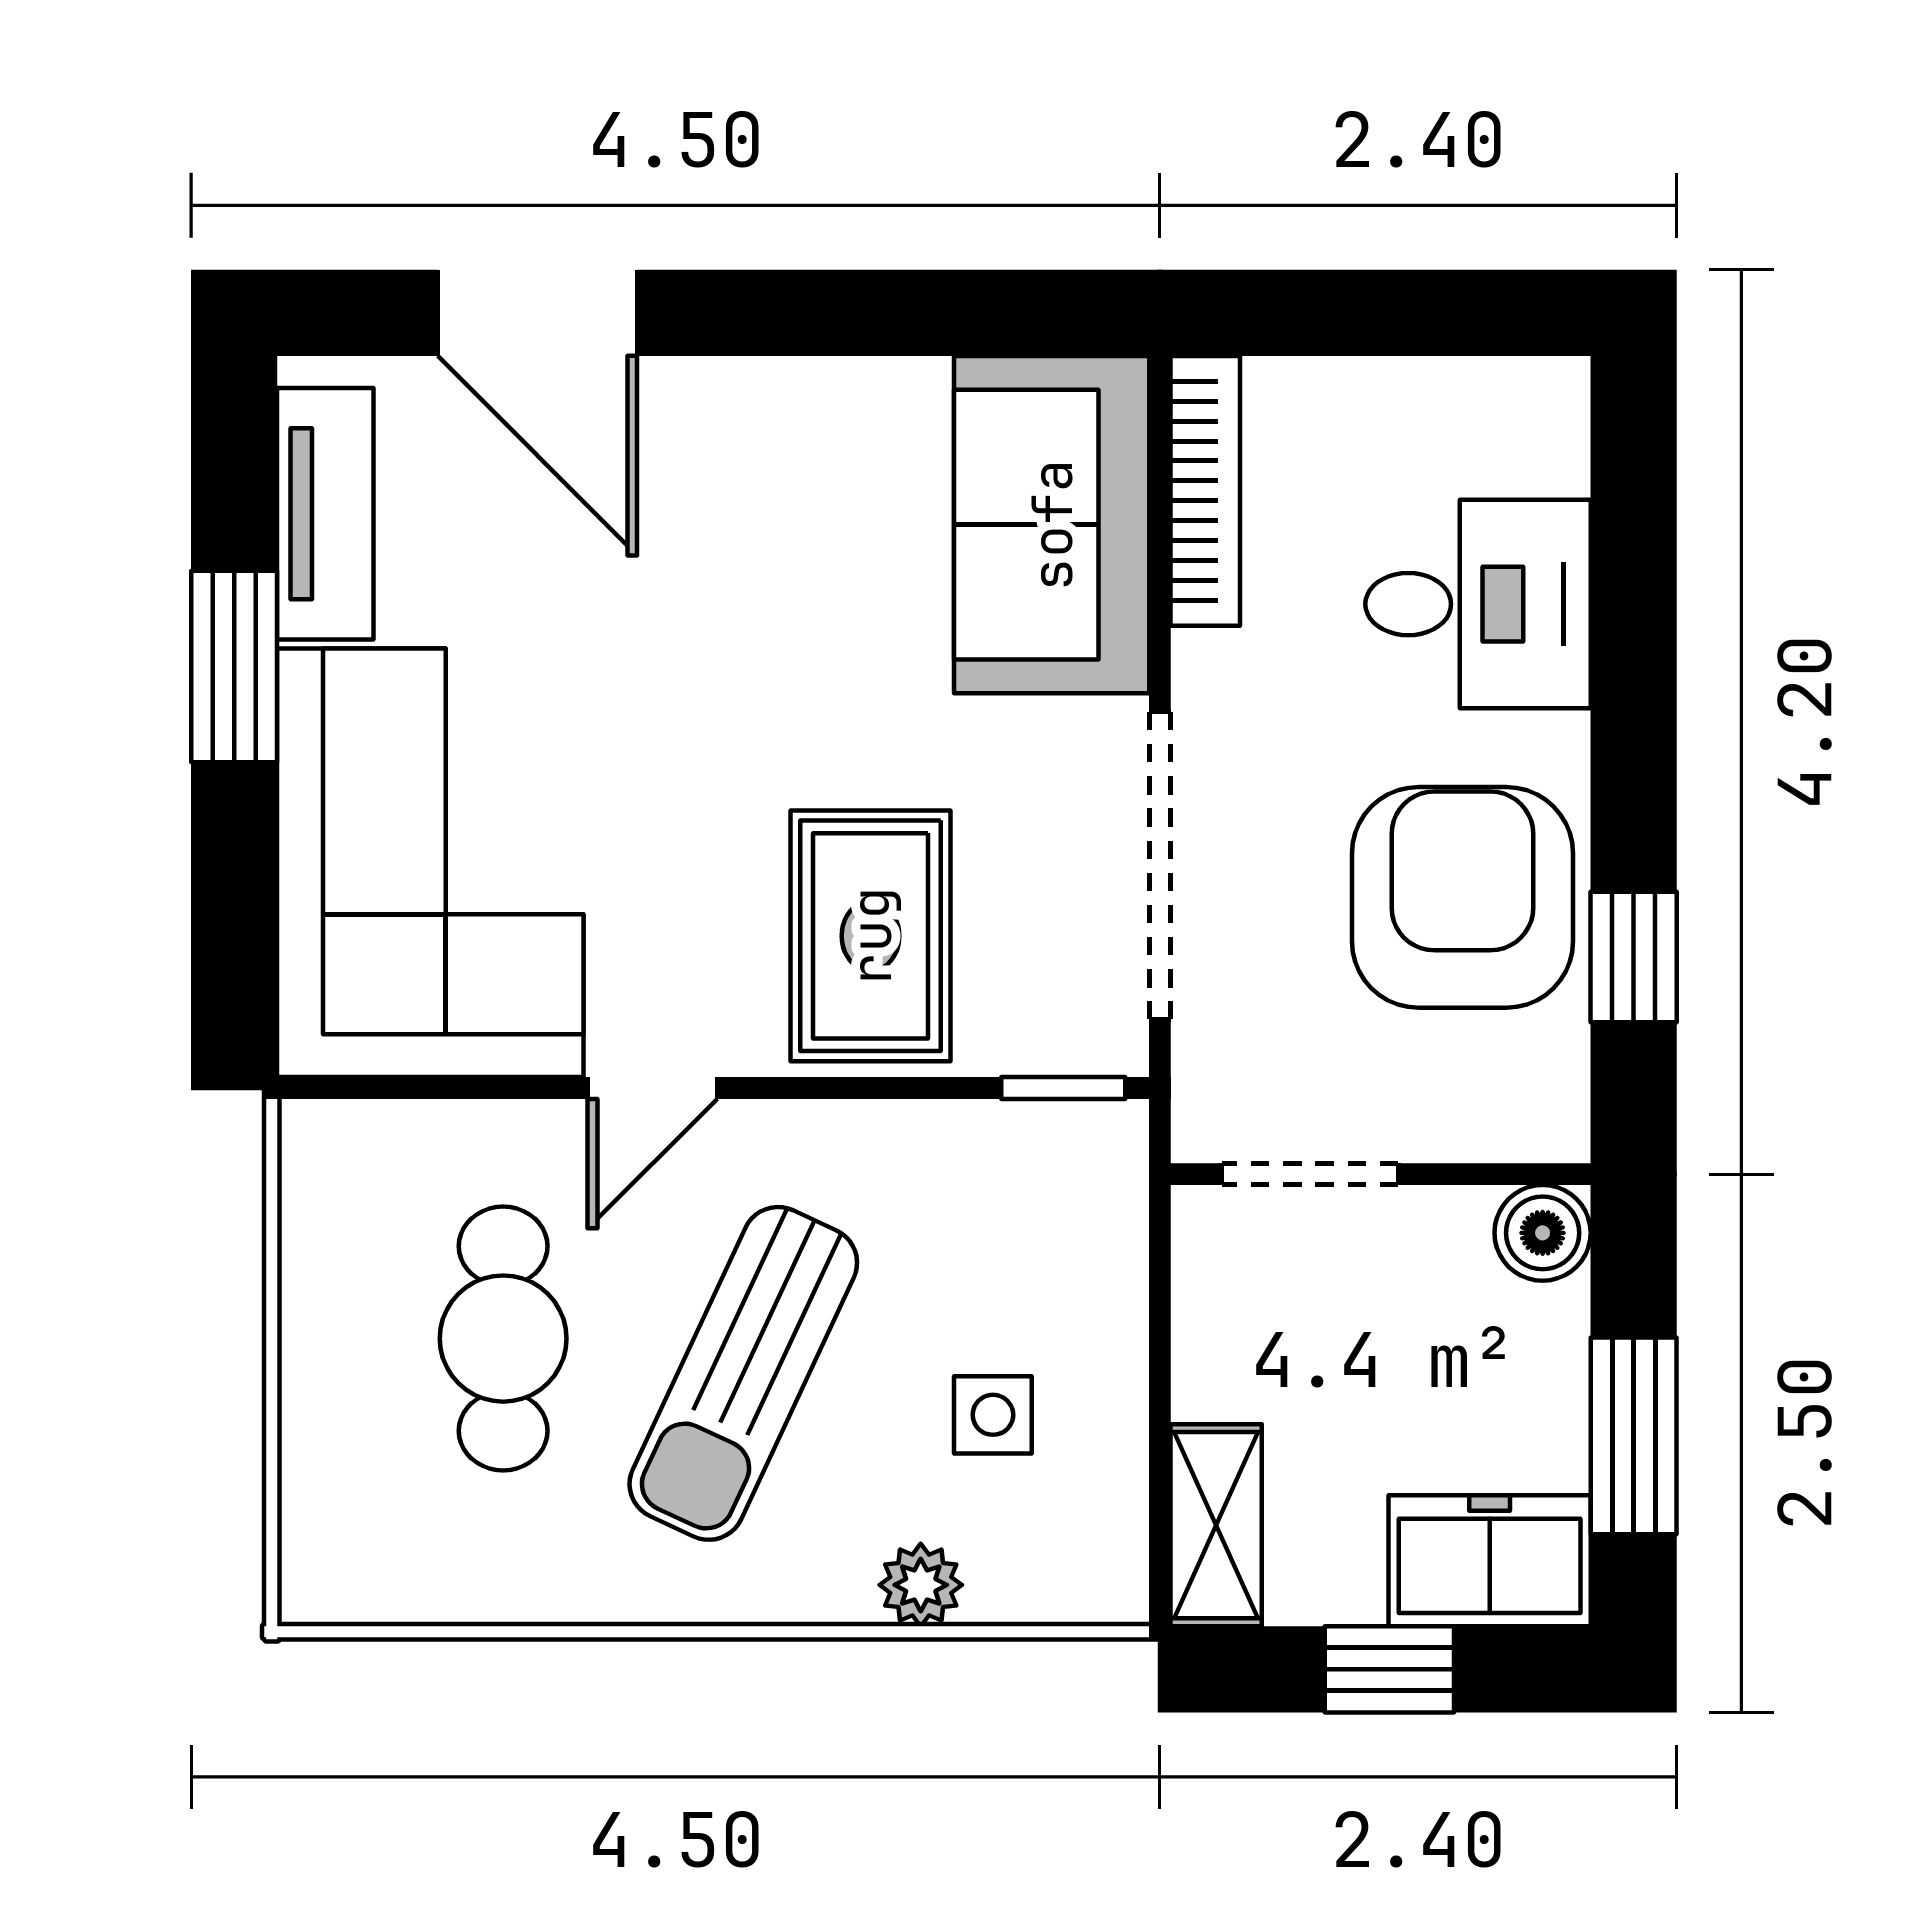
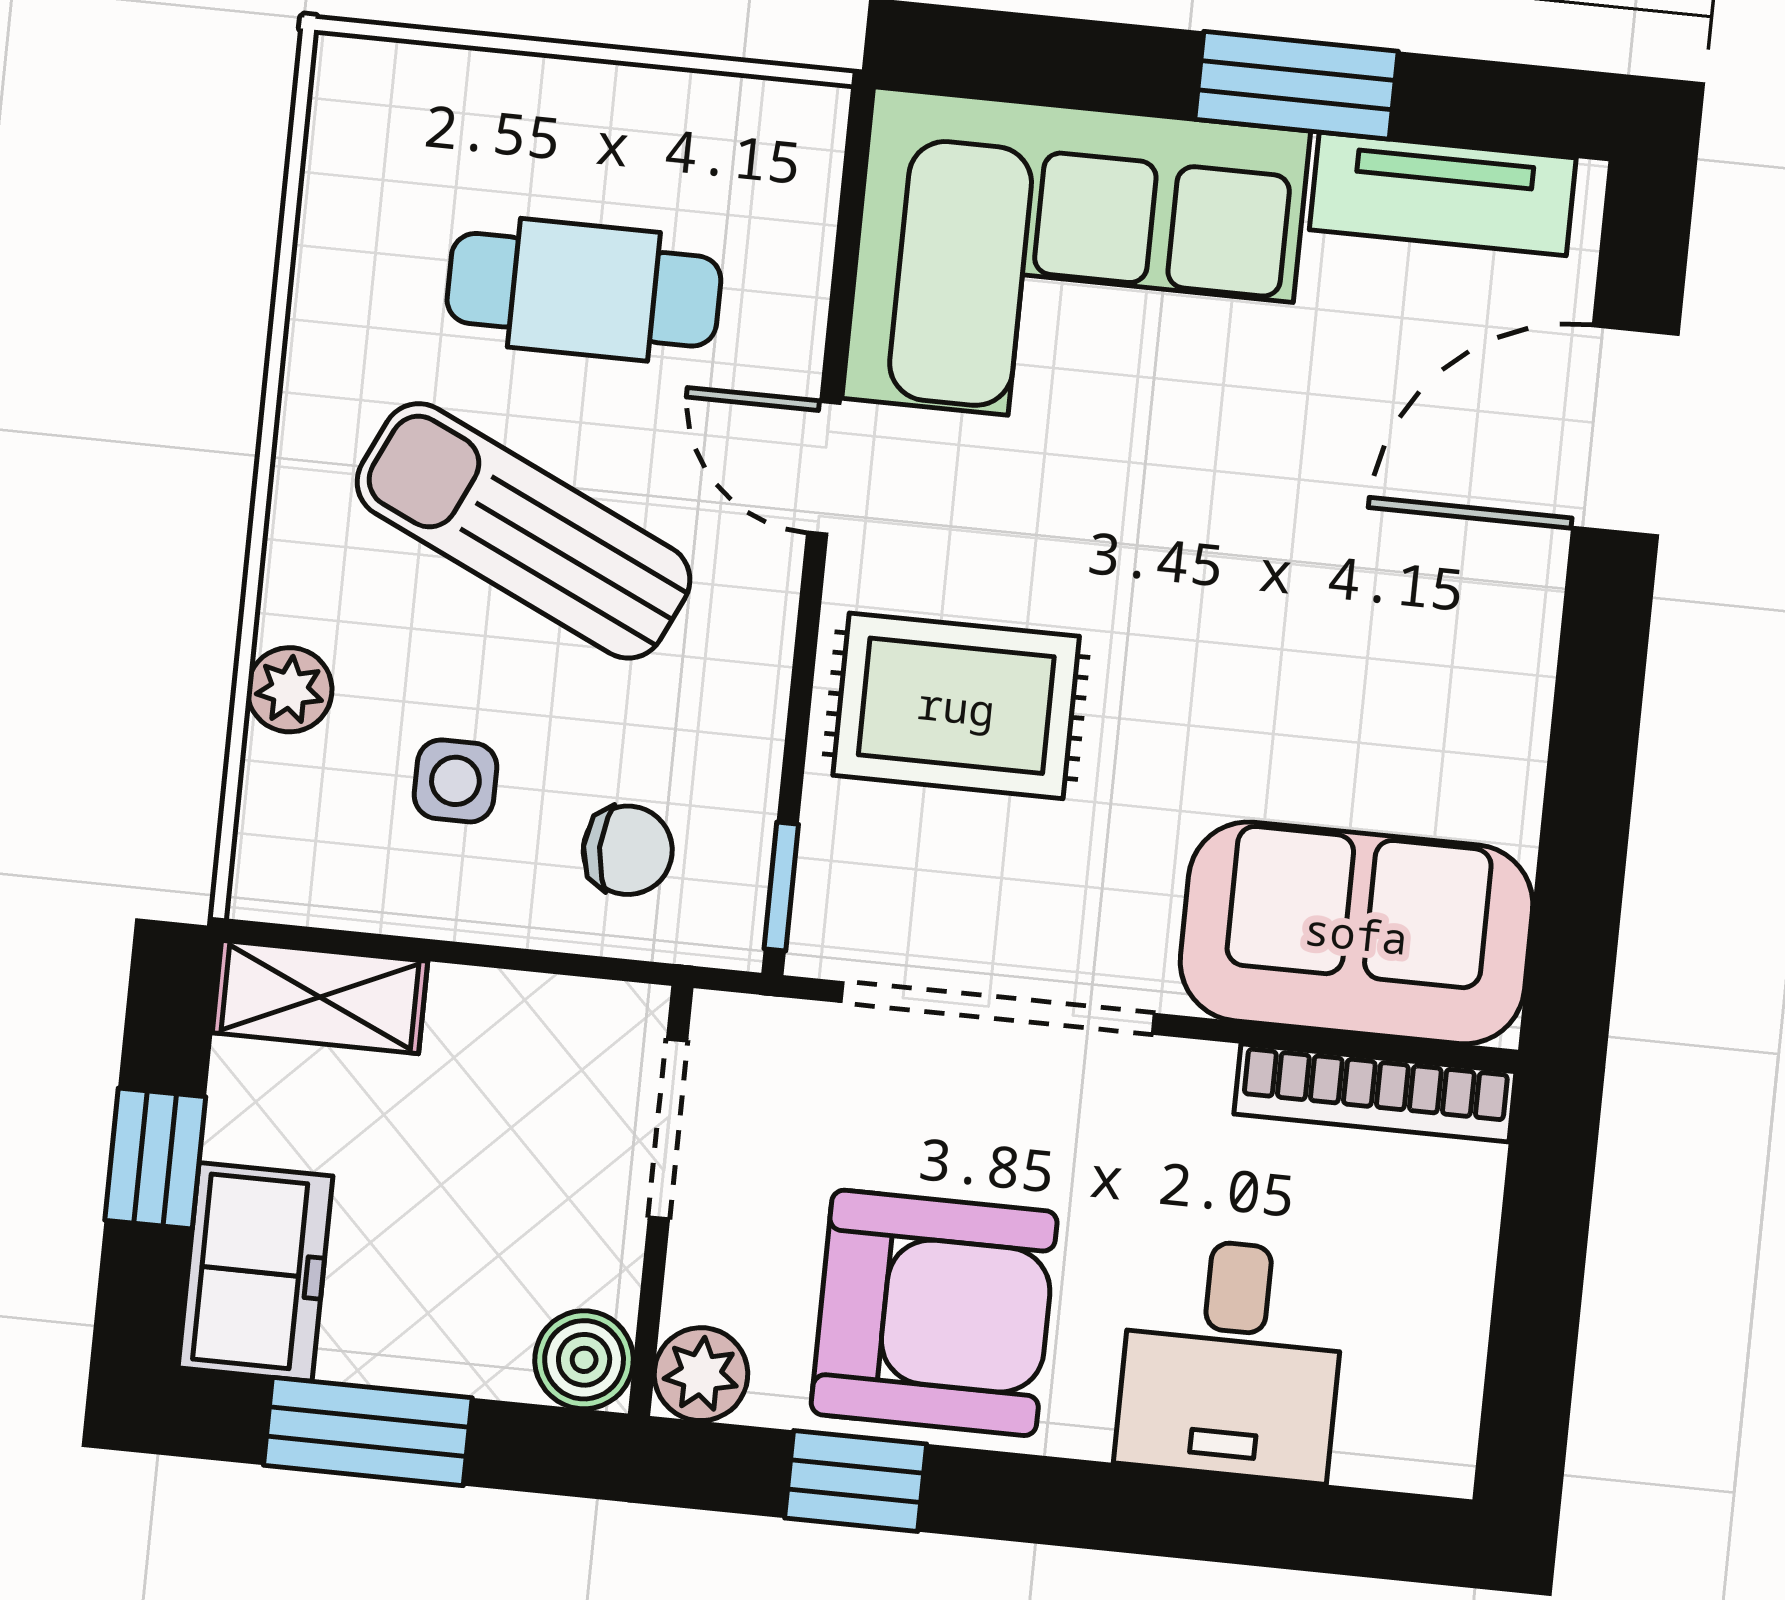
plant: (1545, 1118) -> (701, 1374), added
chair: (1043, 1241) -> (628, 850), added

